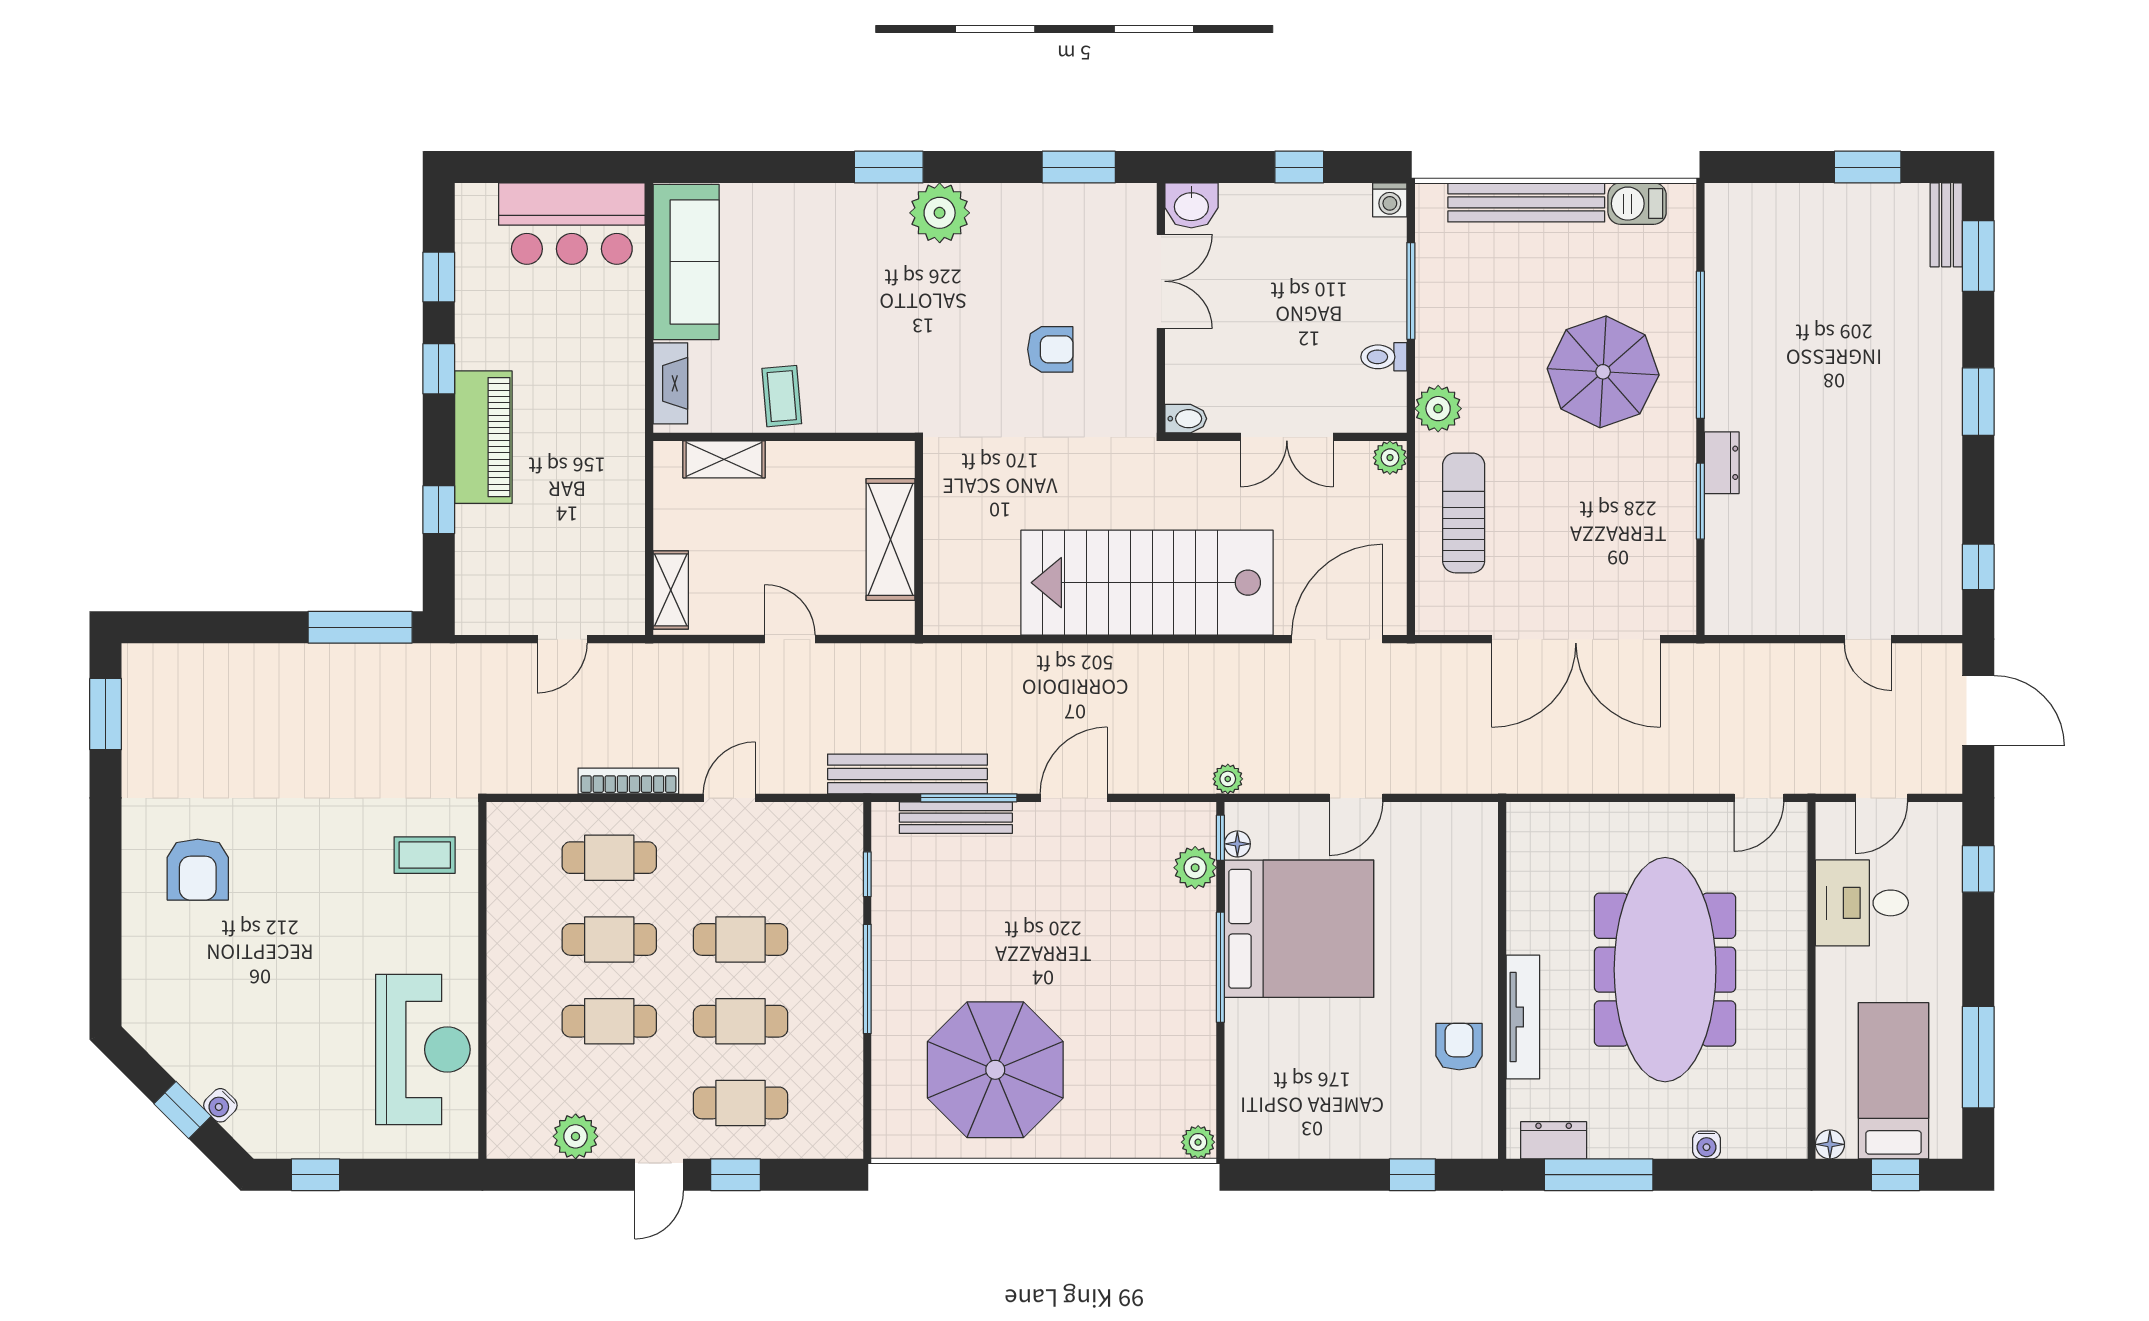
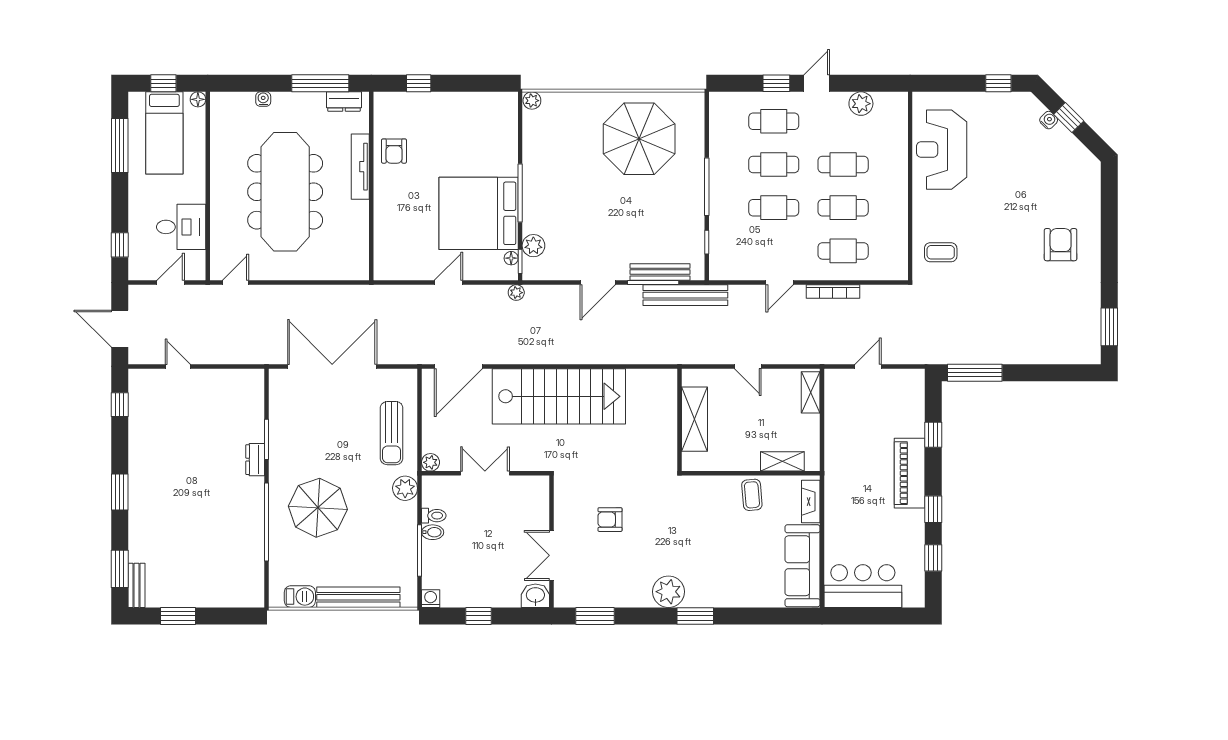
bidet: (1186, 419) -> (433, 532), moved, turned 180

